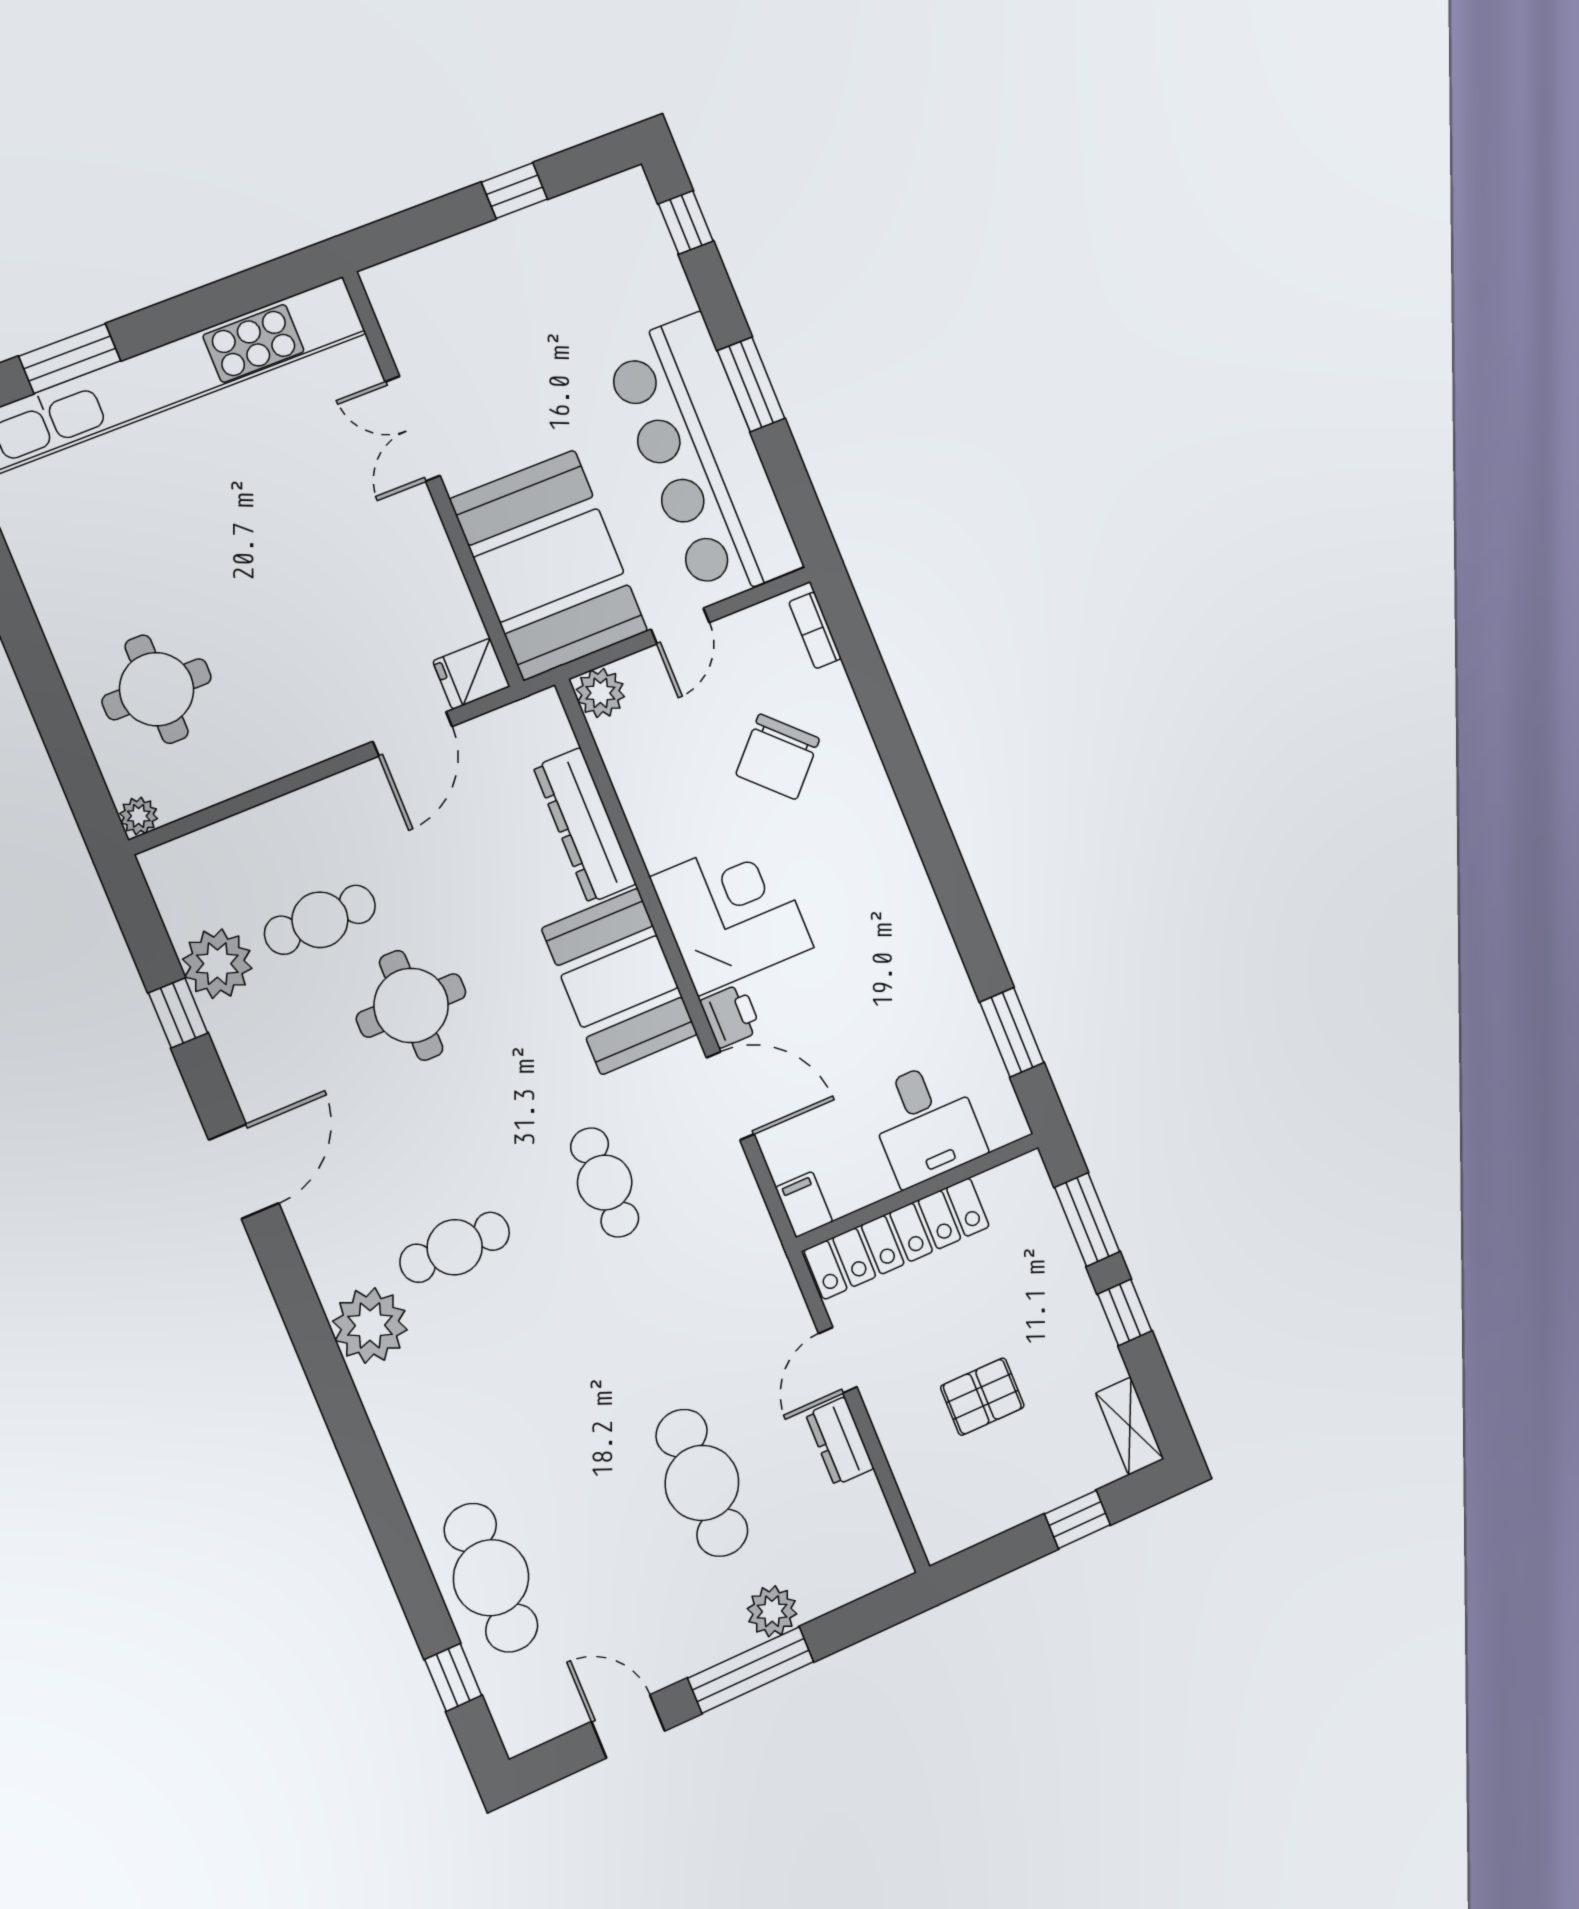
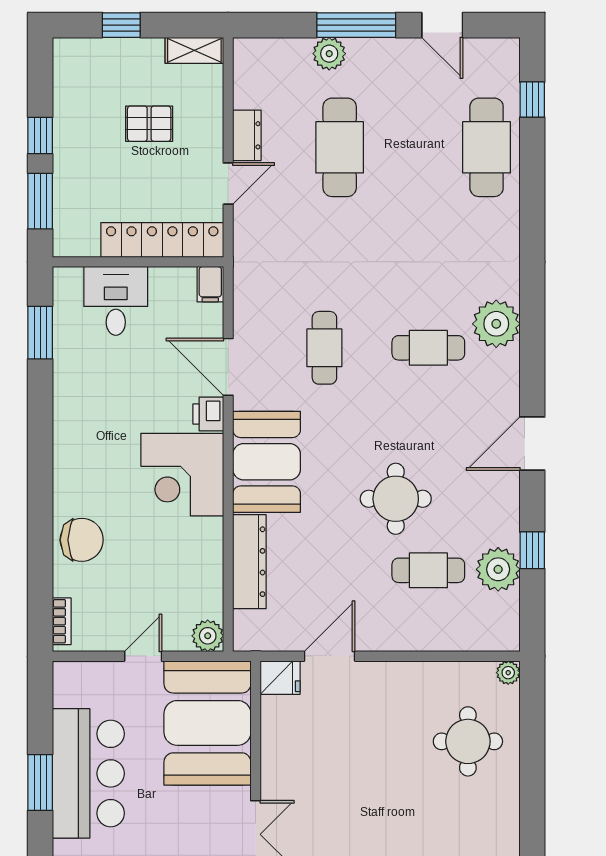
bar counter: (702, 459) -> (88, 773), width x0.73
chair: (778, 757) -> (82, 540), moved, turned 46
shelving: (1130, 1426) -> (194, 50), moved, turned 90

